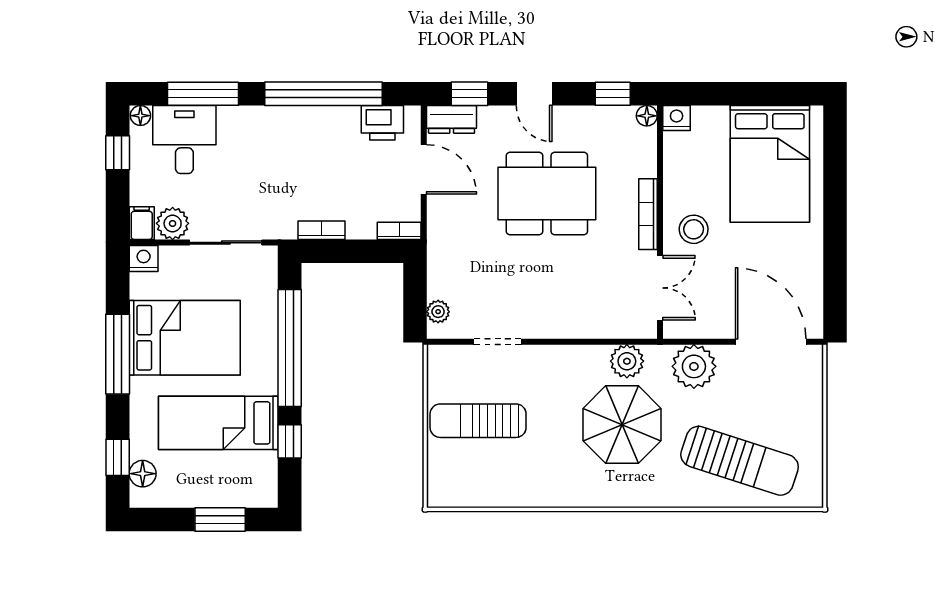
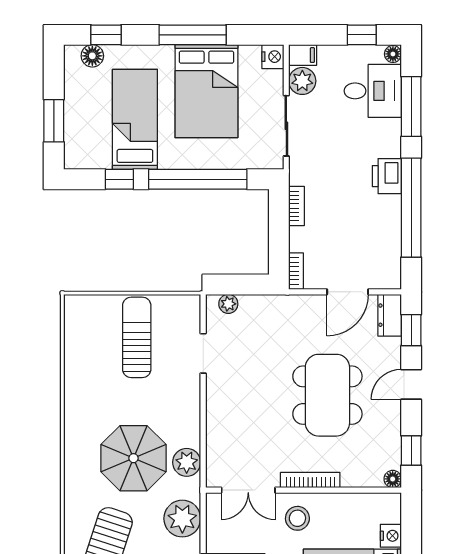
nightstand: (677, 118) -> (391, 536), moved
printer: (382, 123) -> (387, 176), moved

